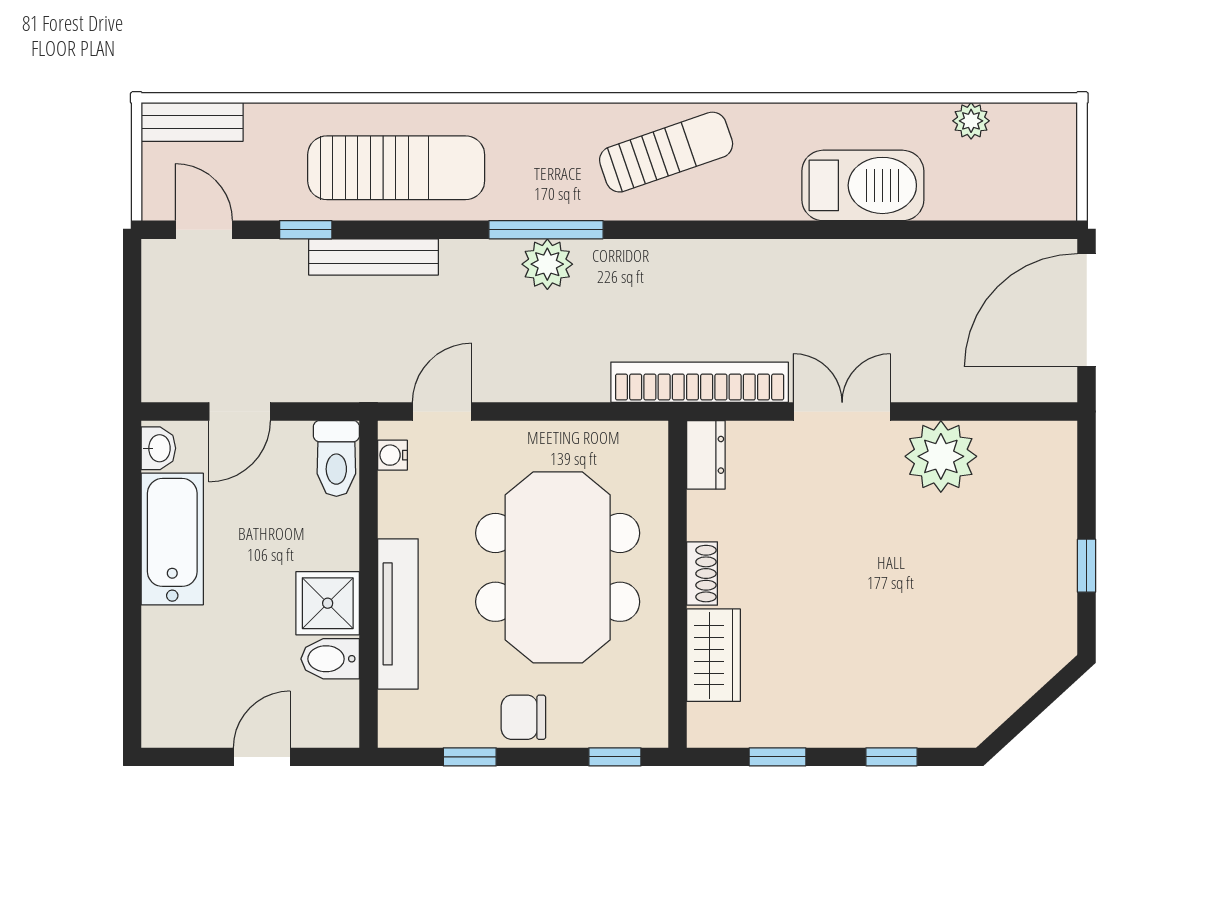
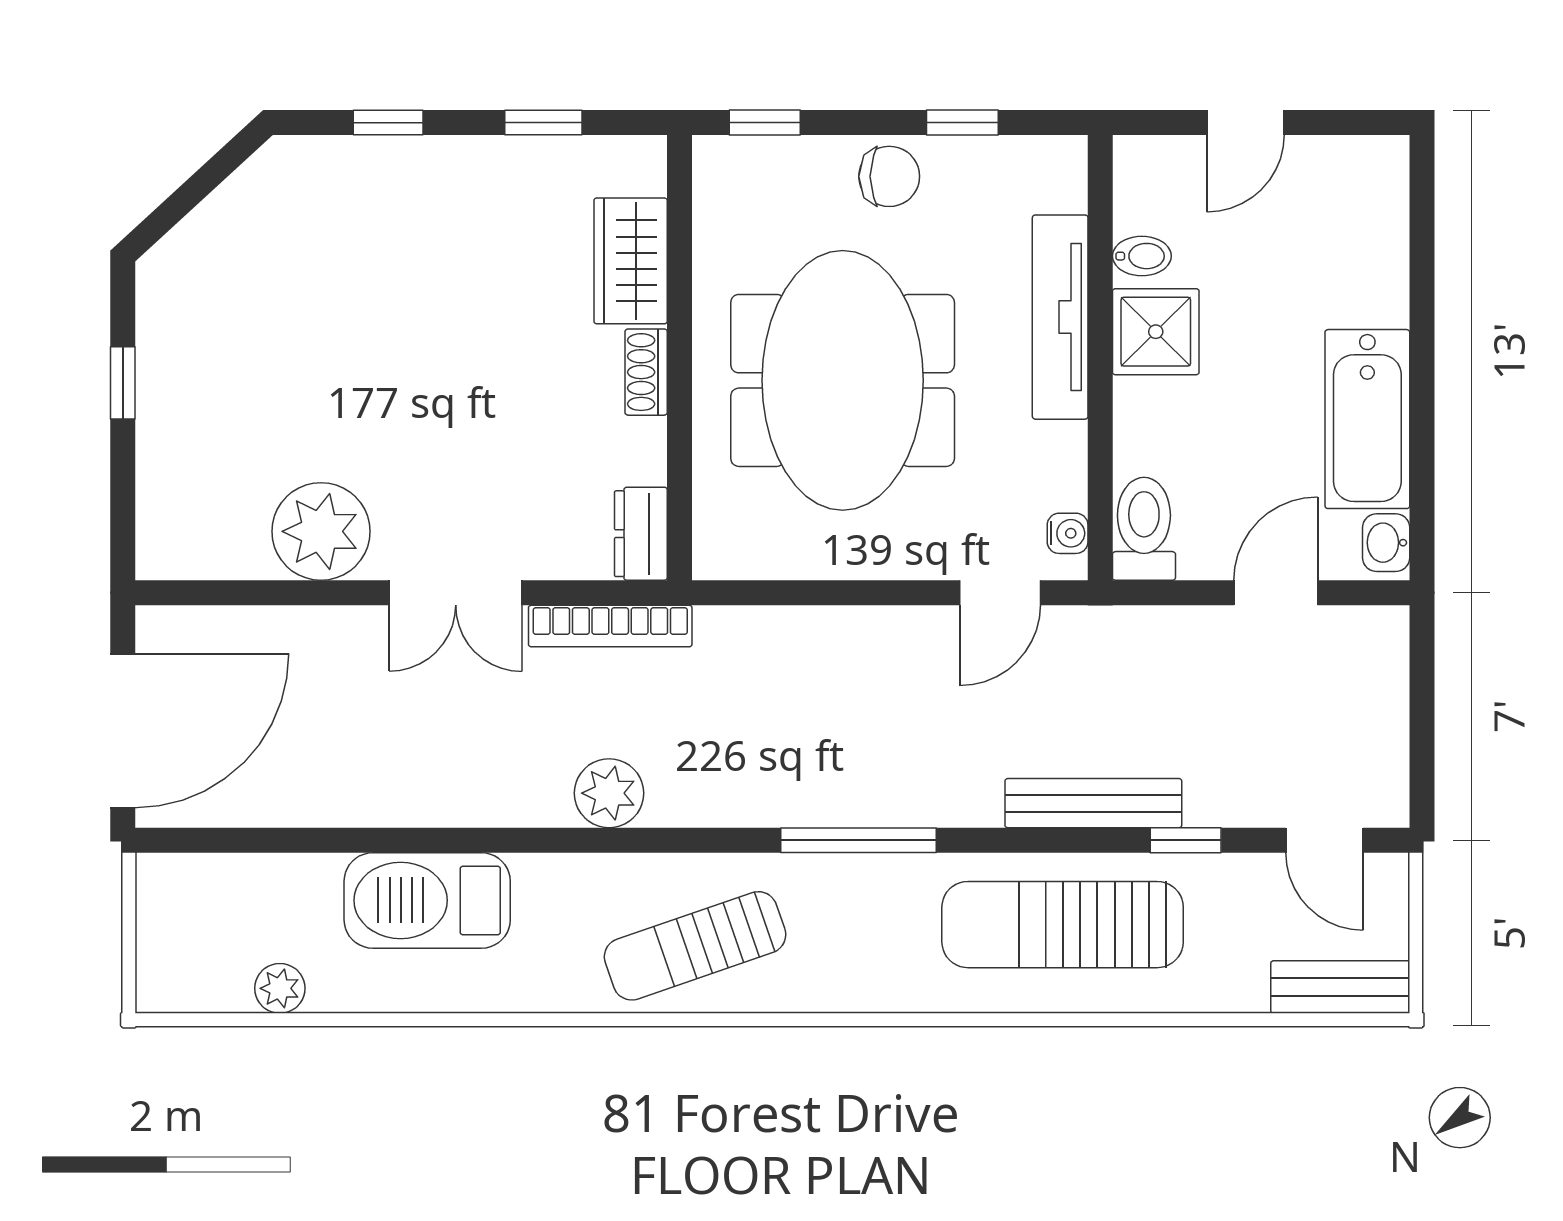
plant: (547, 264) -> (609, 793), moved
bookcase: (700, 382) -> (610, 626), width x0.68, depth x0.76
bidet: (330, 659) -> (1142, 256), width x0.72, depth x0.74

